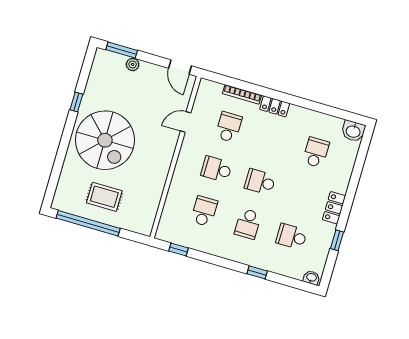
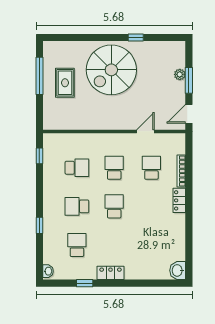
window: (122, 50) -> (189, 80), moved
door: (186, 122) -> (145, 131), hinge flipped
school desk: (229, 127) -> (151, 168), turned -90
school desk: (316, 152) -> (151, 245), removed
window: (88, 223) -> (39, 76), width x0.68

